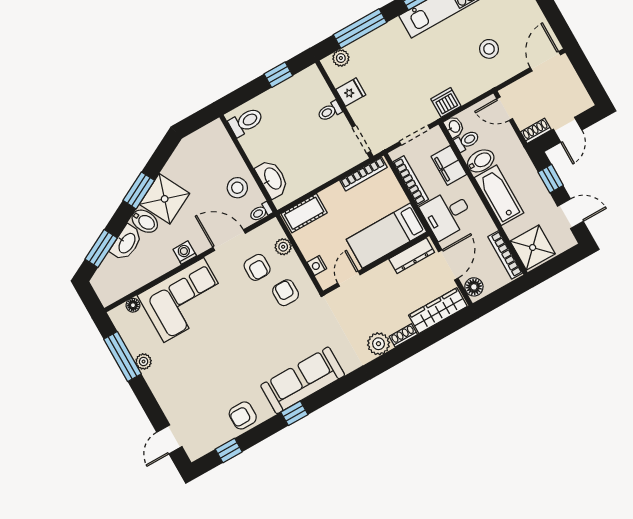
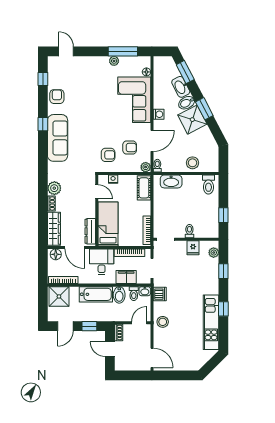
window: (360, 28) -> (223, 271), width x0.46
stool: (489, 49) -> (163, 322), moved
stool: (237, 188) -> (192, 163), moved
plant: (283, 247) -> (146, 167), moved
armchair: (257, 267) -> (130, 148), turned 180

